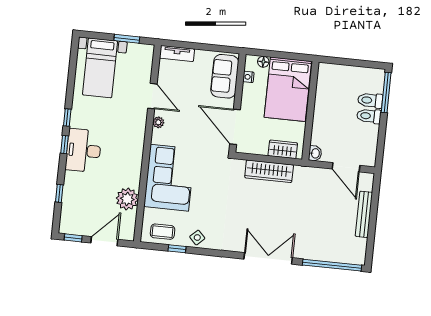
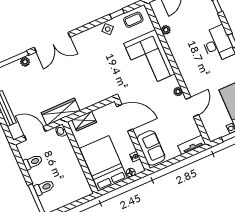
door: (152, 96) -> (192, 107), swing flipped
toilet: (369, 116) -> (33, 162), moved
wardrobe: (269, 171) -> (61, 112), moved
plant: (127, 199) -> (166, 30), width x0.53, depth x0.53
plant: (311, 254) -> (25, 62), added

